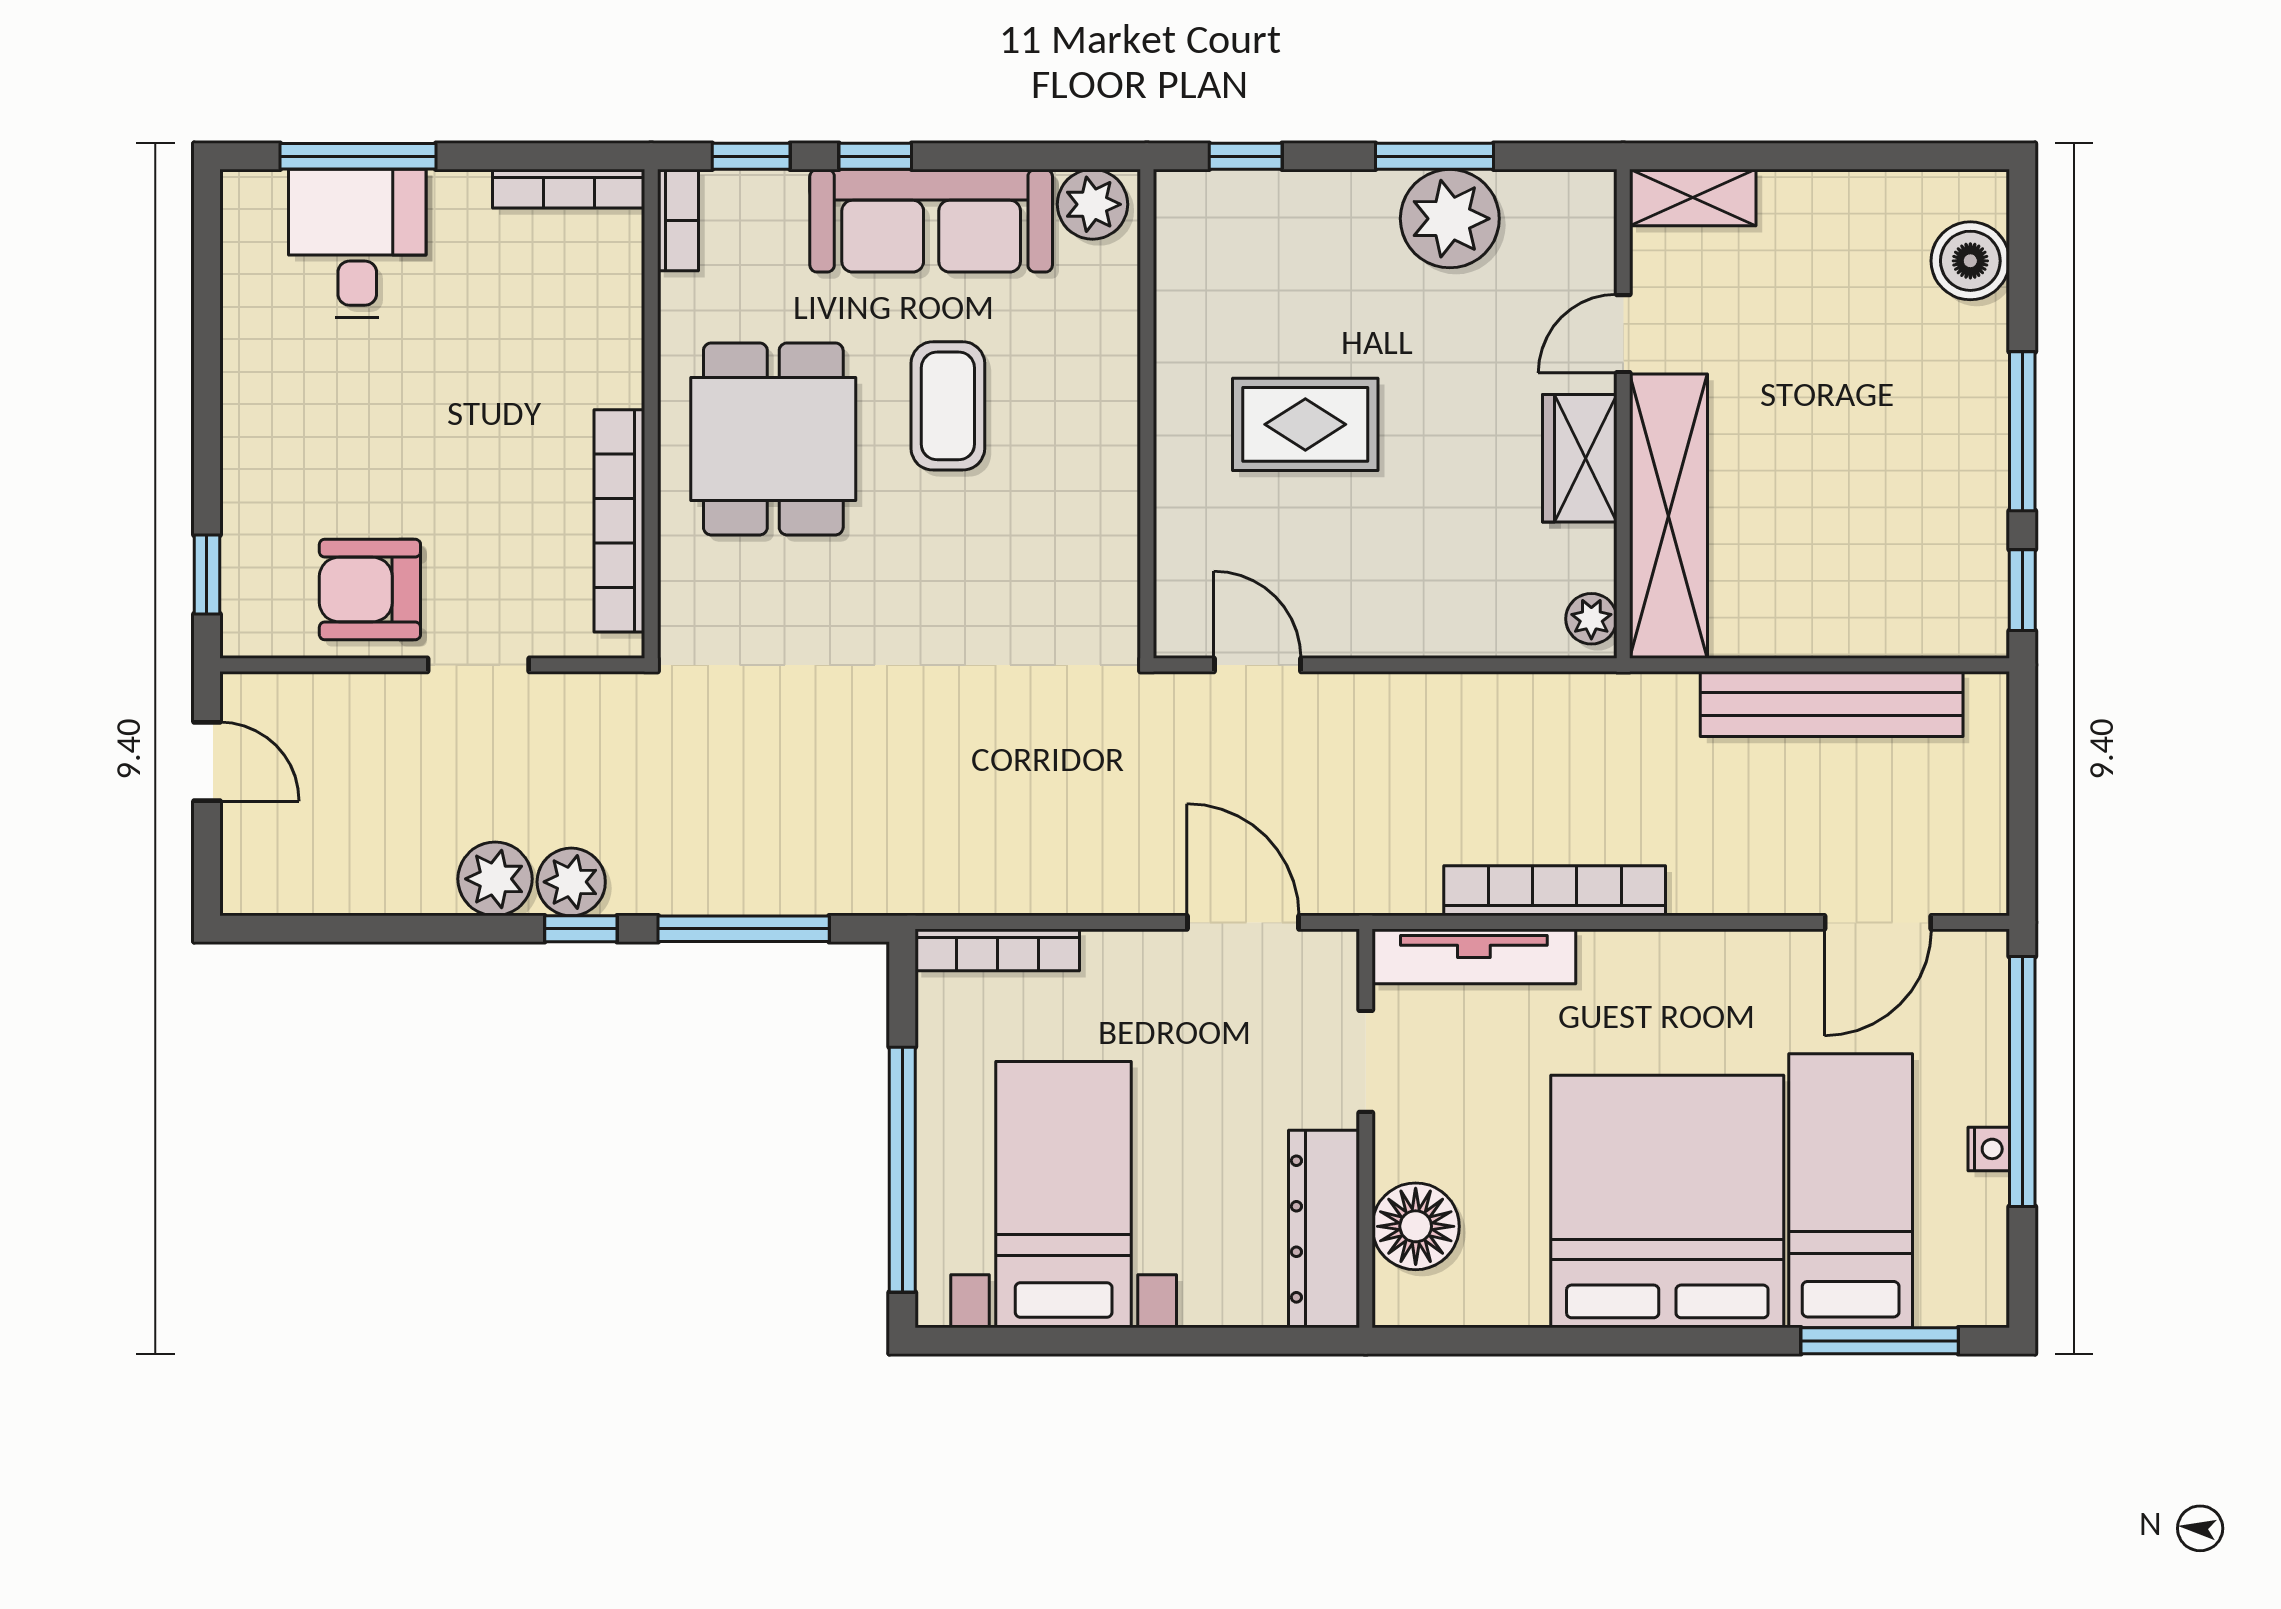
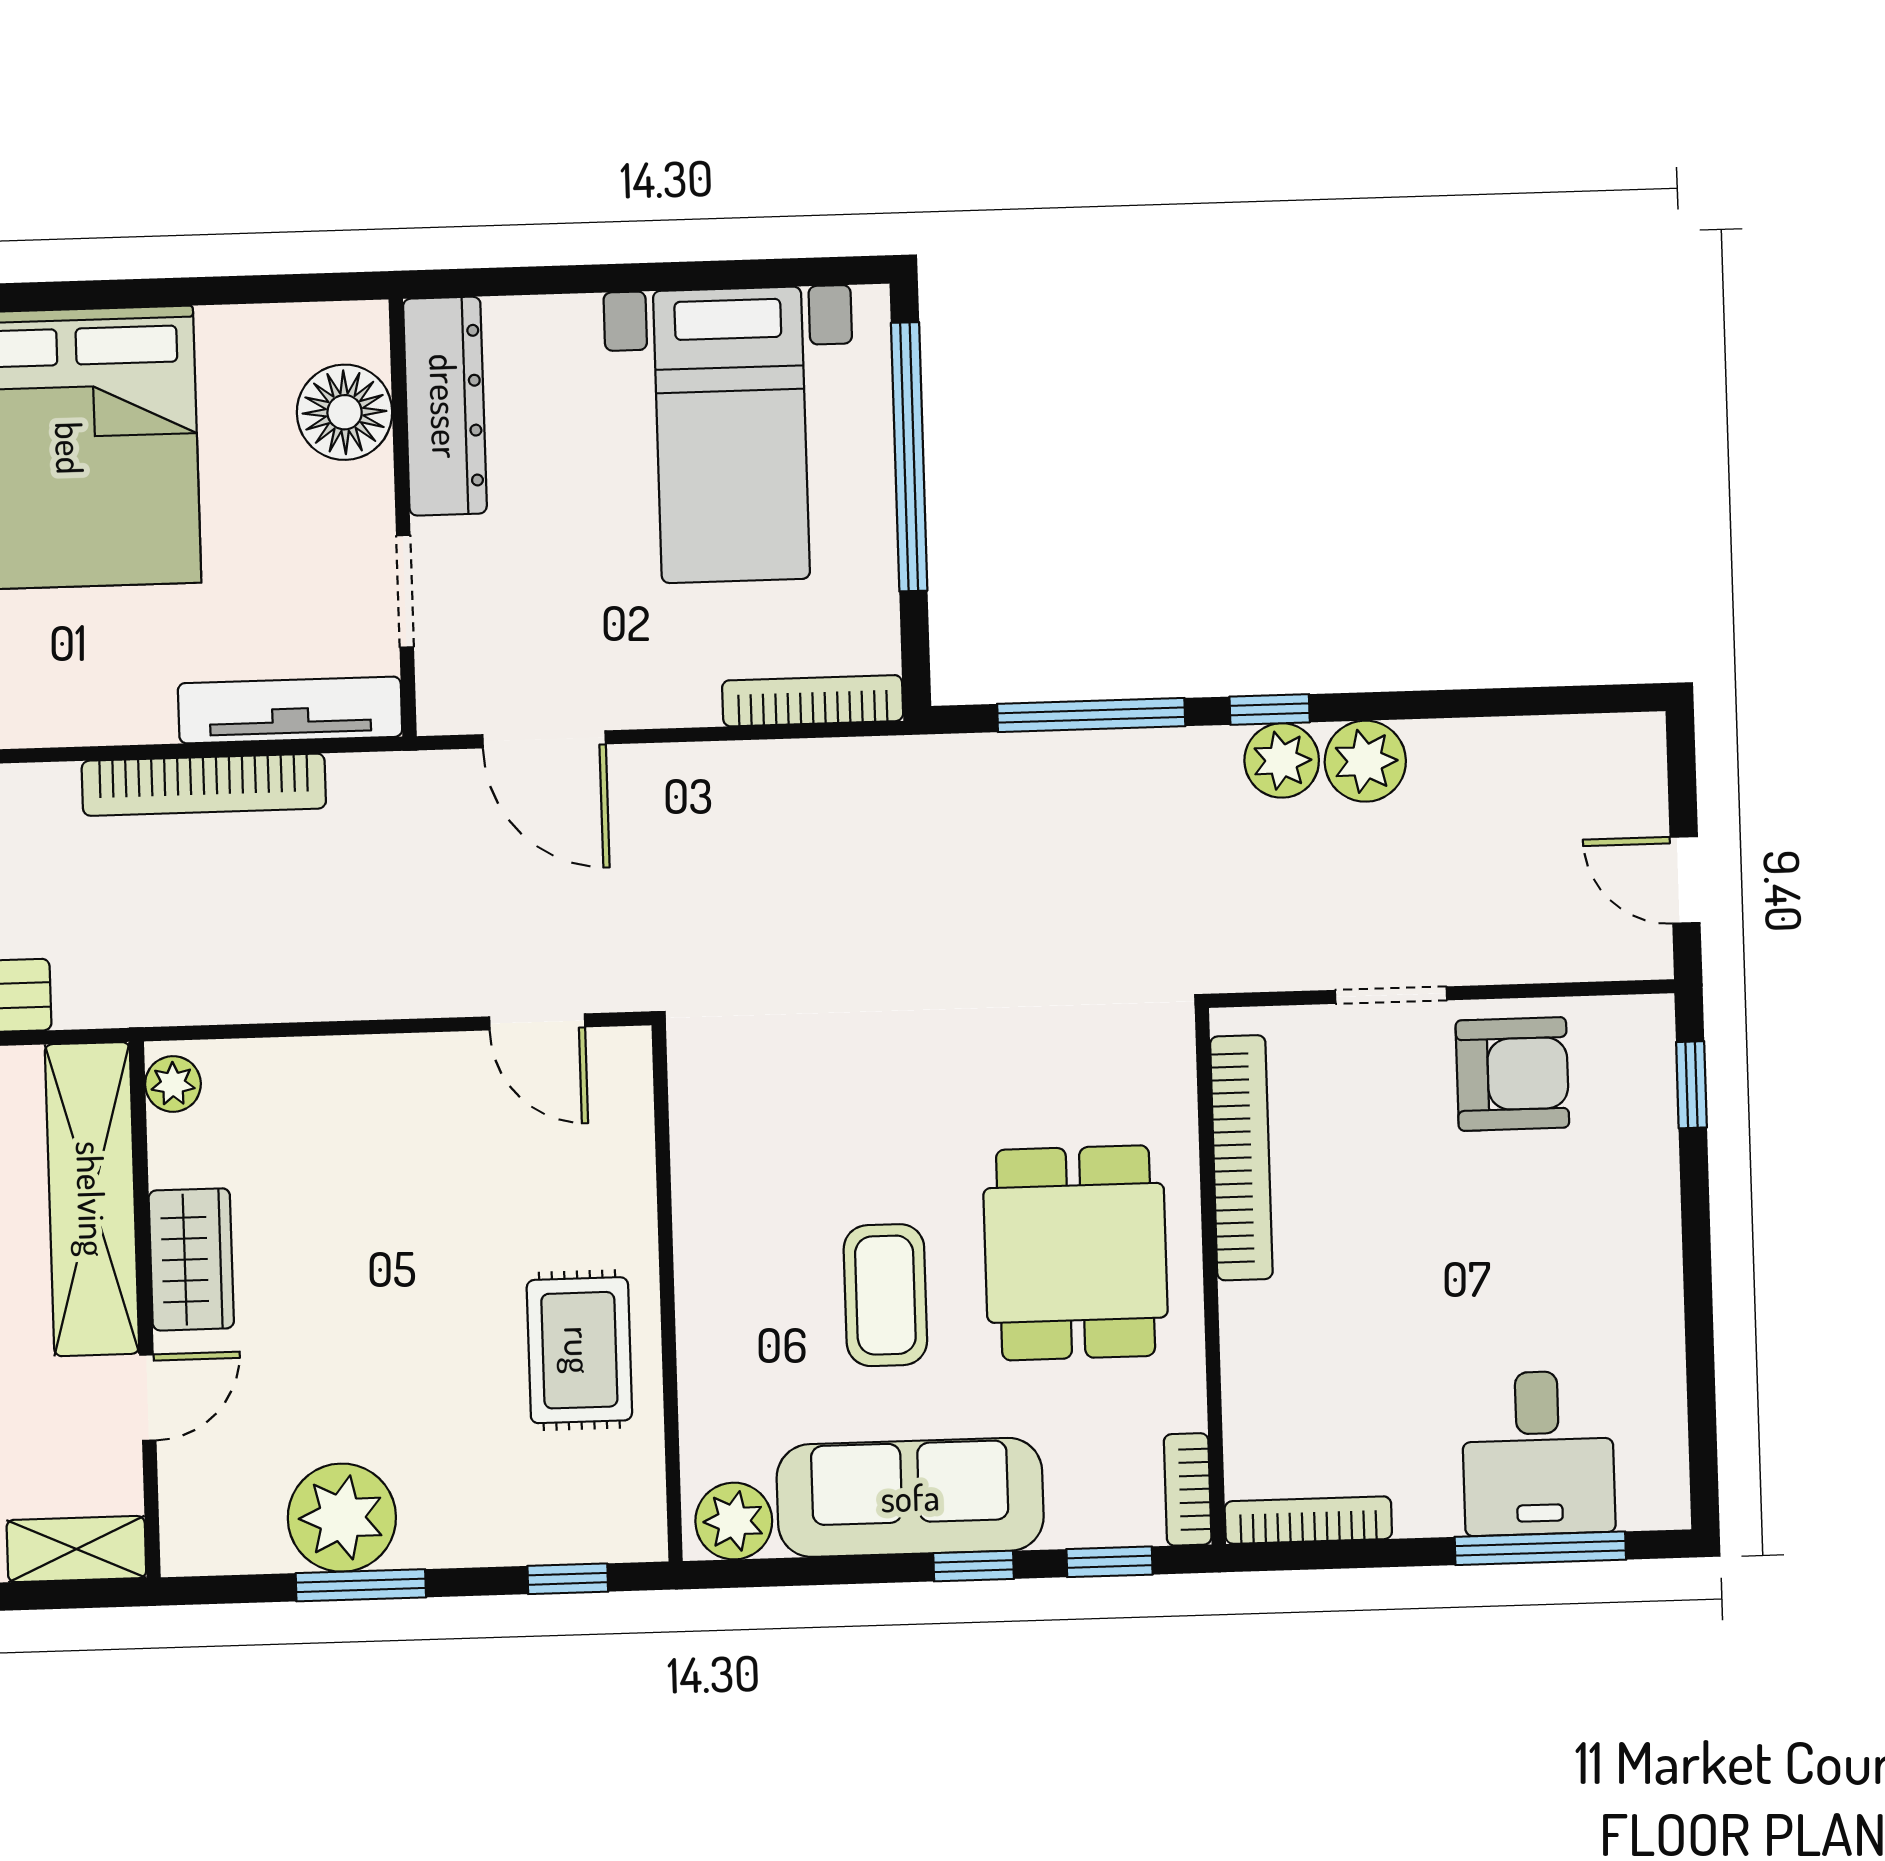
rug: (1305, 424) -> (579, 1350), moved, turned 90

